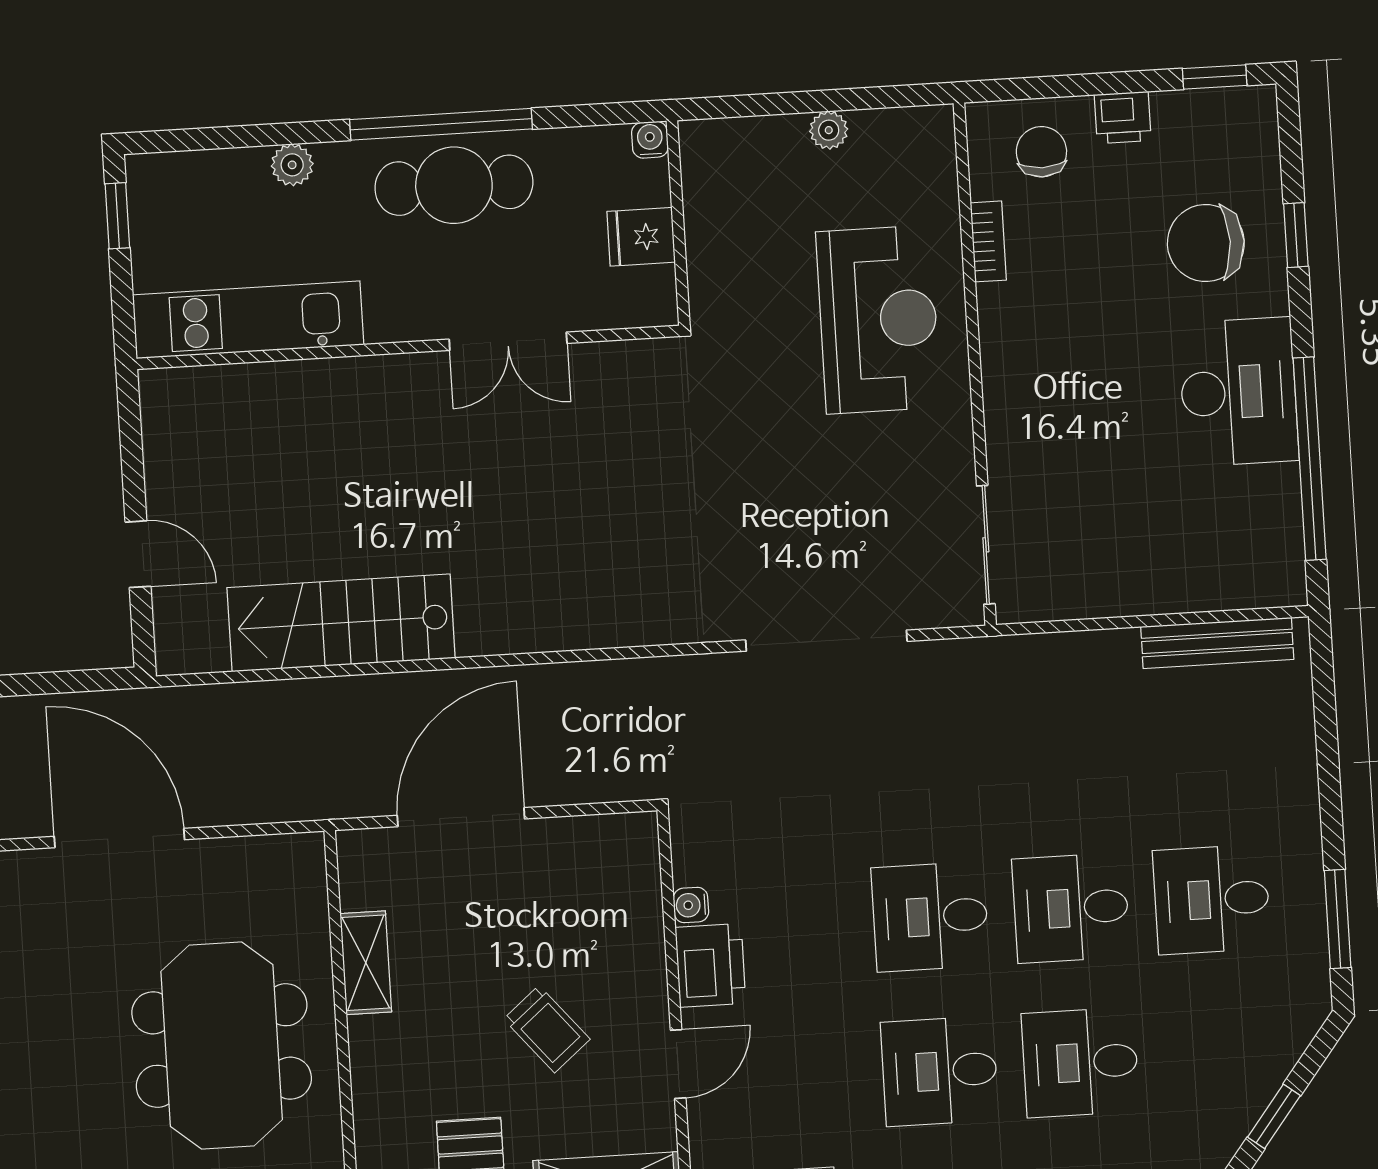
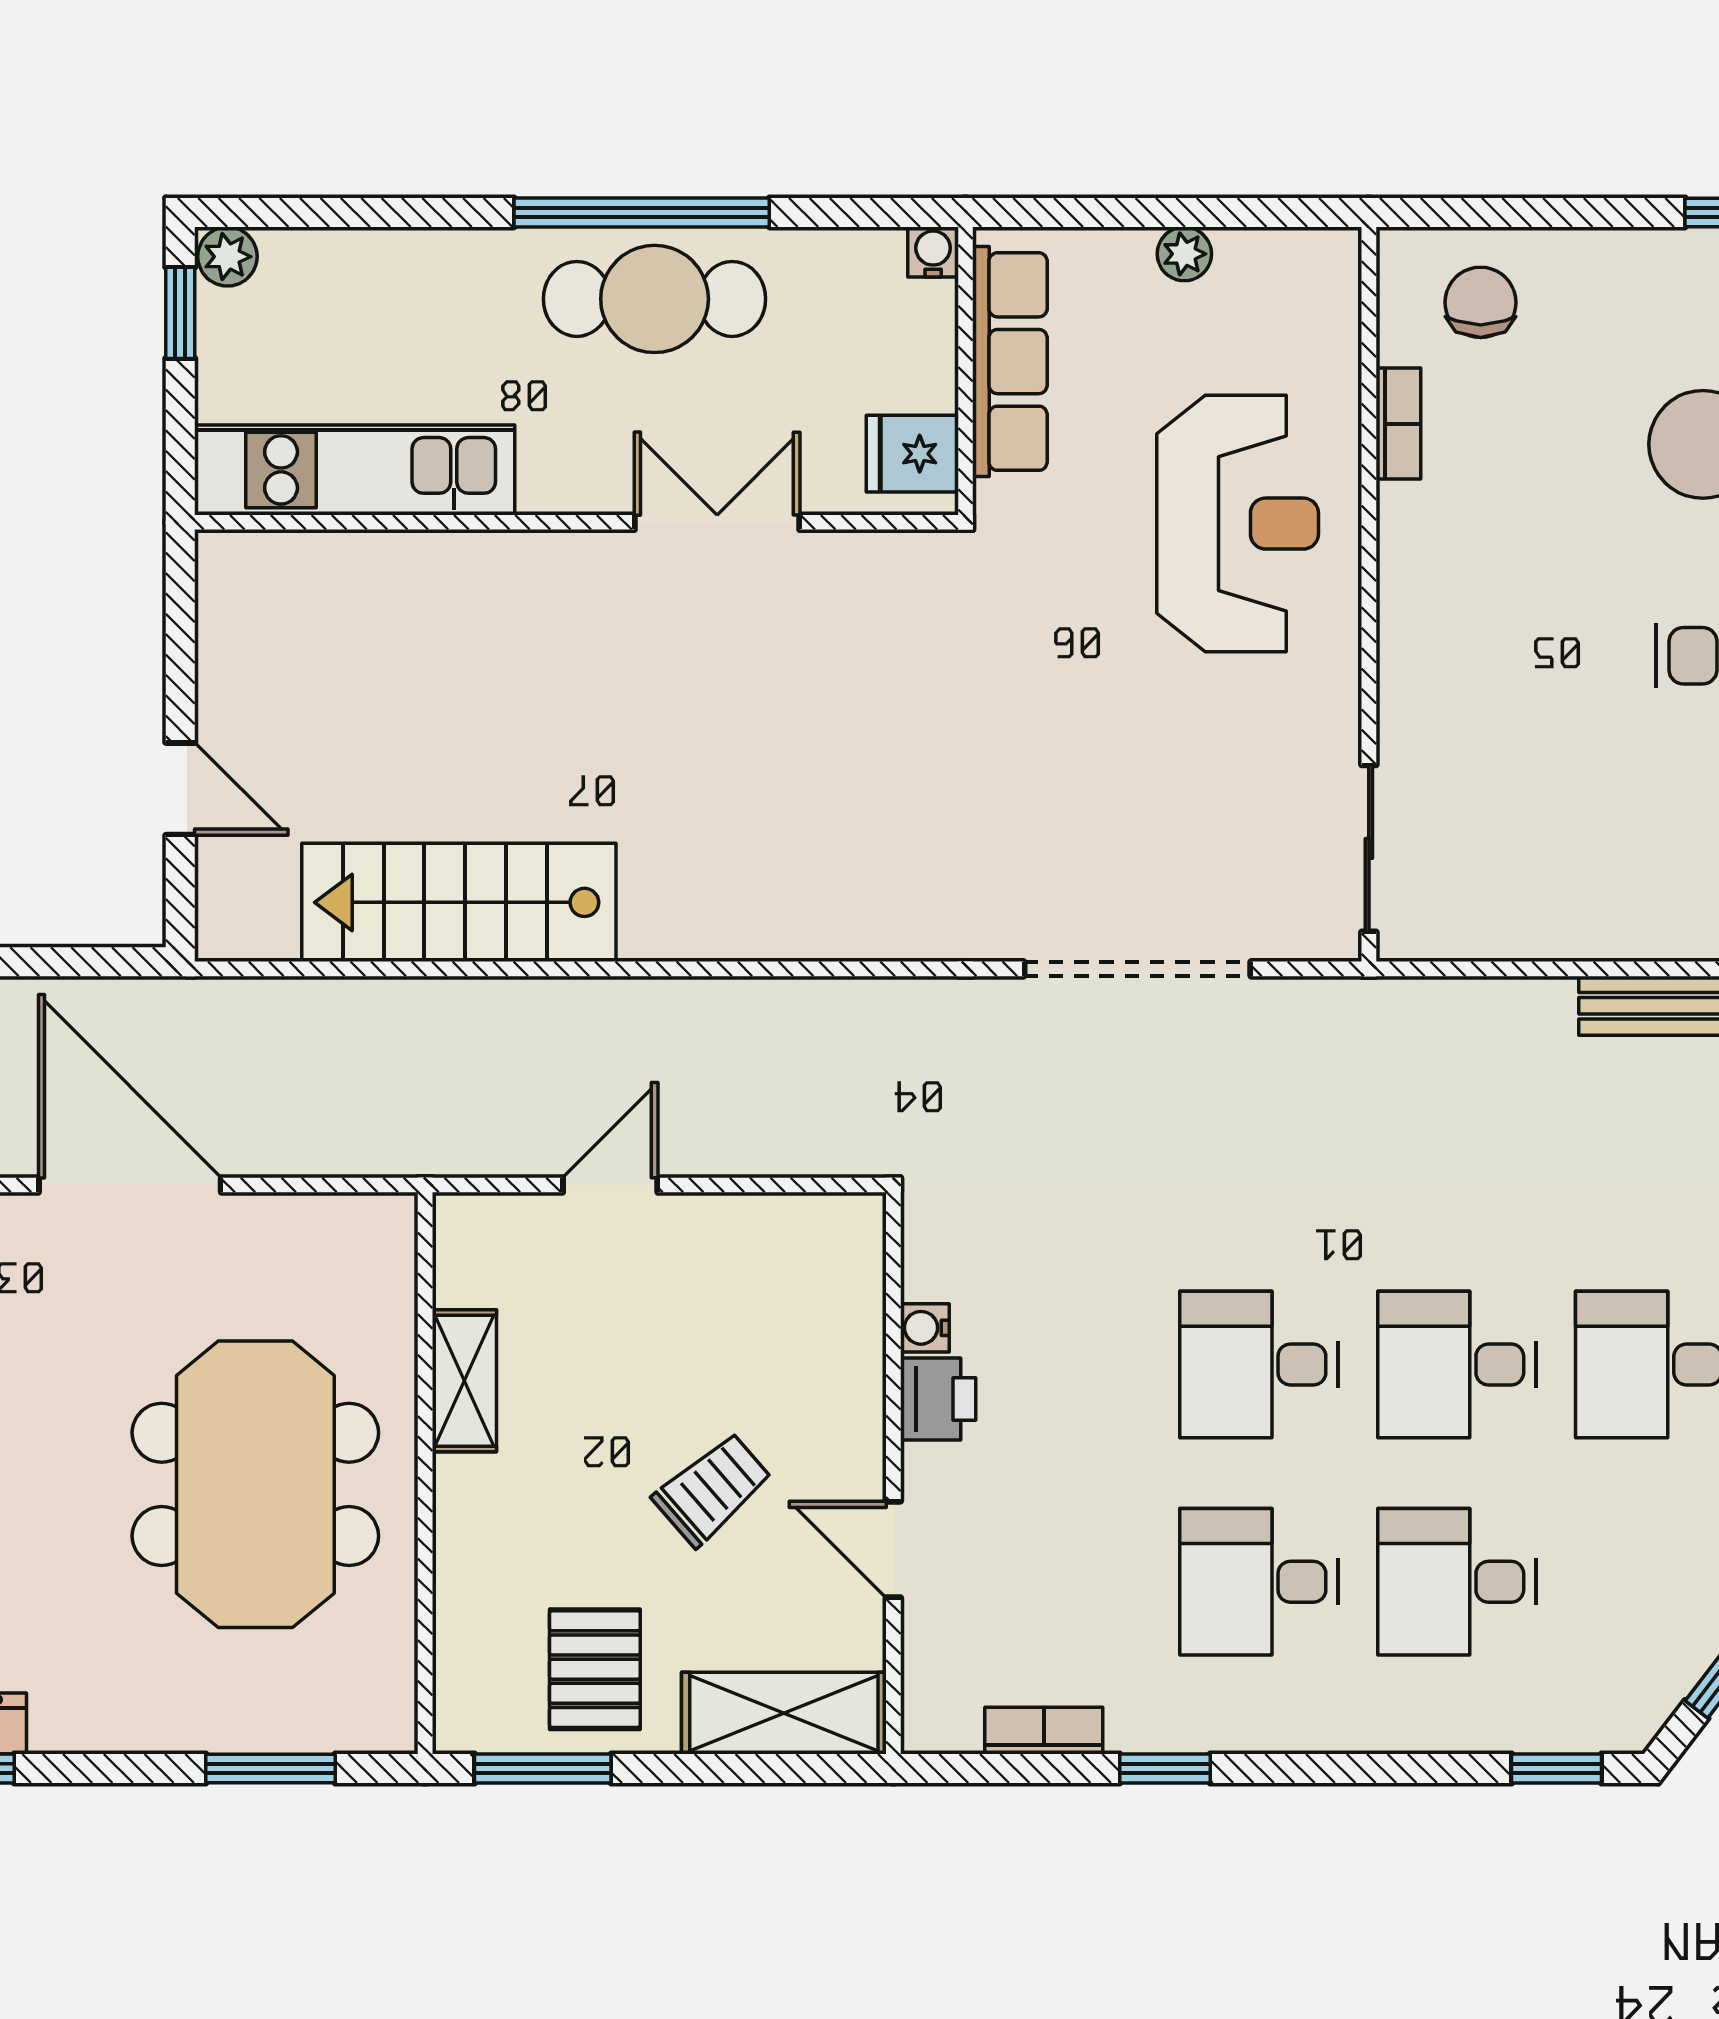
printer: (1123, 118) -> (1597, 261), removed
plant: (292, 165) -> (227, 257), moved
row of seats: (709, 214) -> (1010, 362), added
fridge: (641, 237) -> (912, 454), moved
double door: (508, 341) -> (717, 522), swing flipped
door: (461, 817) -> (610, 1185), width x0.53
printer: (710, 965) -> (938, 1399), width x0.73, depth x0.81
trolley: (547, 1029) -> (712, 1489), turned -91
door: (678, 1064) -> (893, 1549), swing flipped

